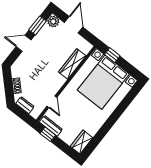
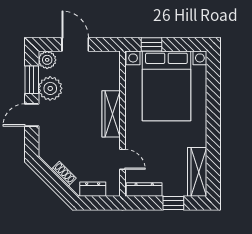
plant: (43, 37) -> (50, 88), added
wardrobe: (72, 64) -> (111, 114), moved
window: (48, 134) -> (173, 203), moved
wardrobe: (82, 142) -> (197, 172), width x1.50

